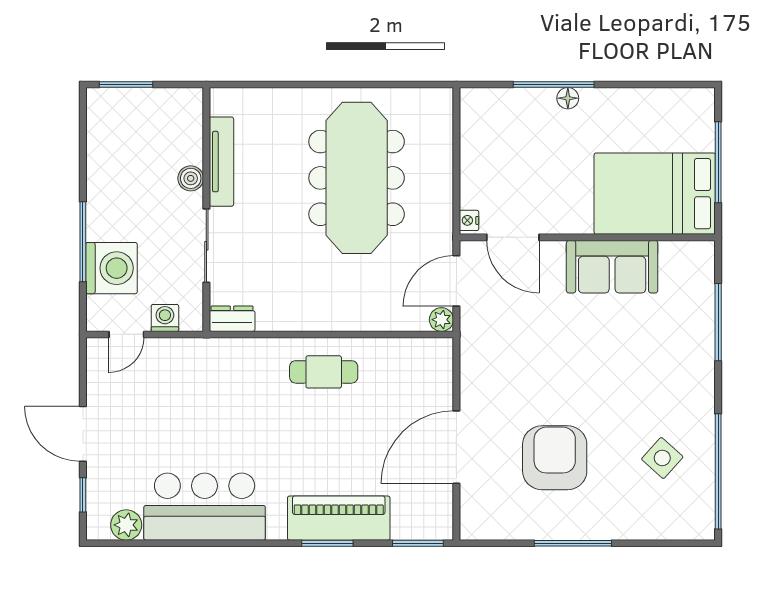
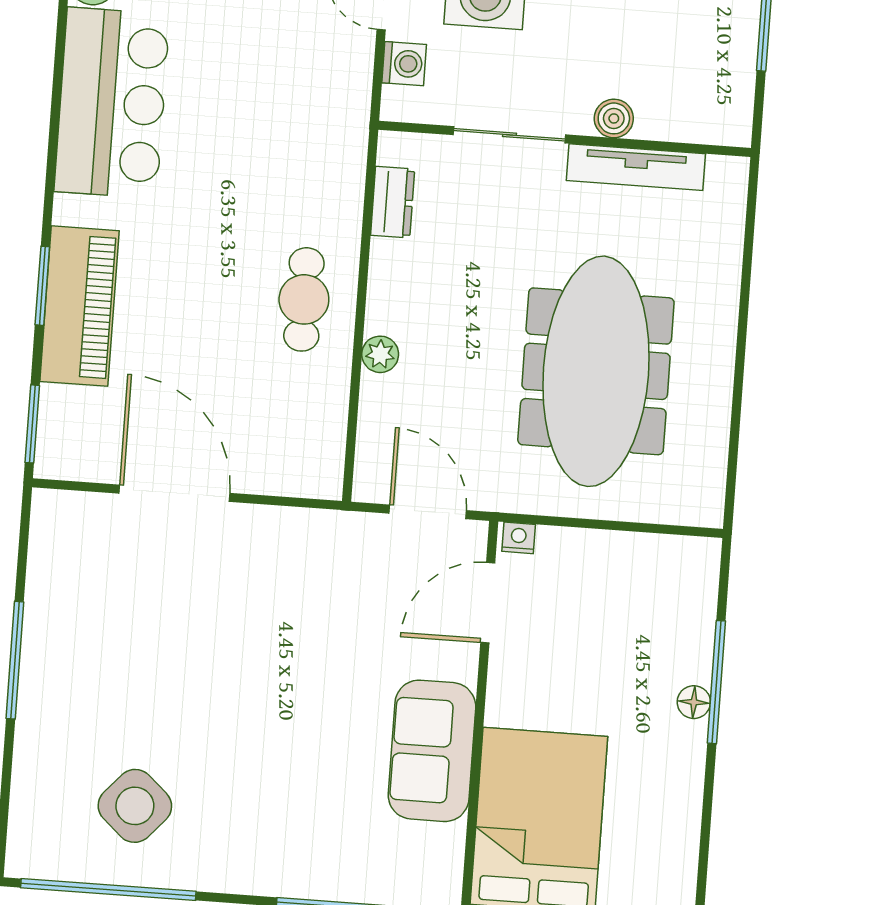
meeting table: (357, 178) -> (596, 371), turned 90
dresser: (232, 319) -> (393, 202), moved
plant: (441, 320) -> (380, 354), moved
armchair: (555, 458) -> (147, 642), removed
side table: (662, 458) -> (135, 806), width x1.37, depth x1.37

